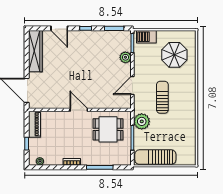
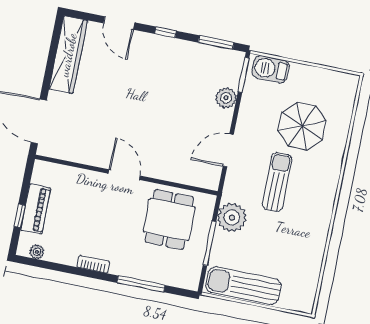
parasol: (174, 55) -> (302, 126), moved
piano: (35, 124) -> (36, 209), moved
dining table: (108, 129) -> (169, 220), turned 90

